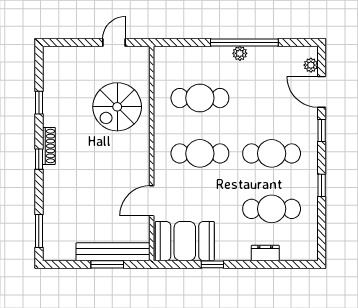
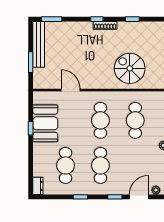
booth: (185, 241) -> (45, 123), moved
bench: (113, 252) -> (39, 44), moved
dresser: (265, 253) -> (38, 186), moved

